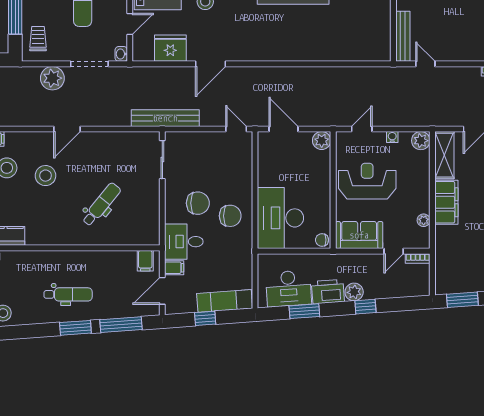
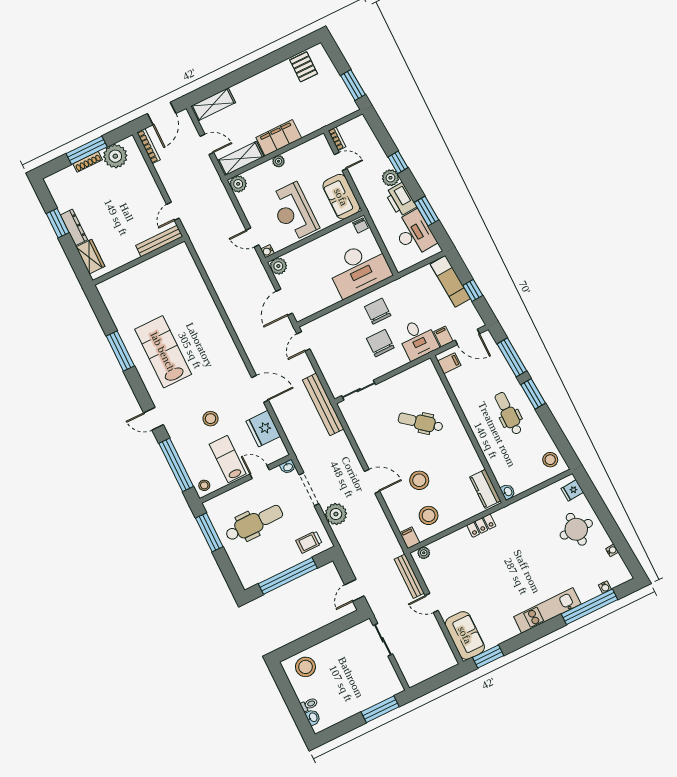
water cooler: (392, 137) -> (267, 251), moved
plant: (424, 220) -> (279, 161), moved

